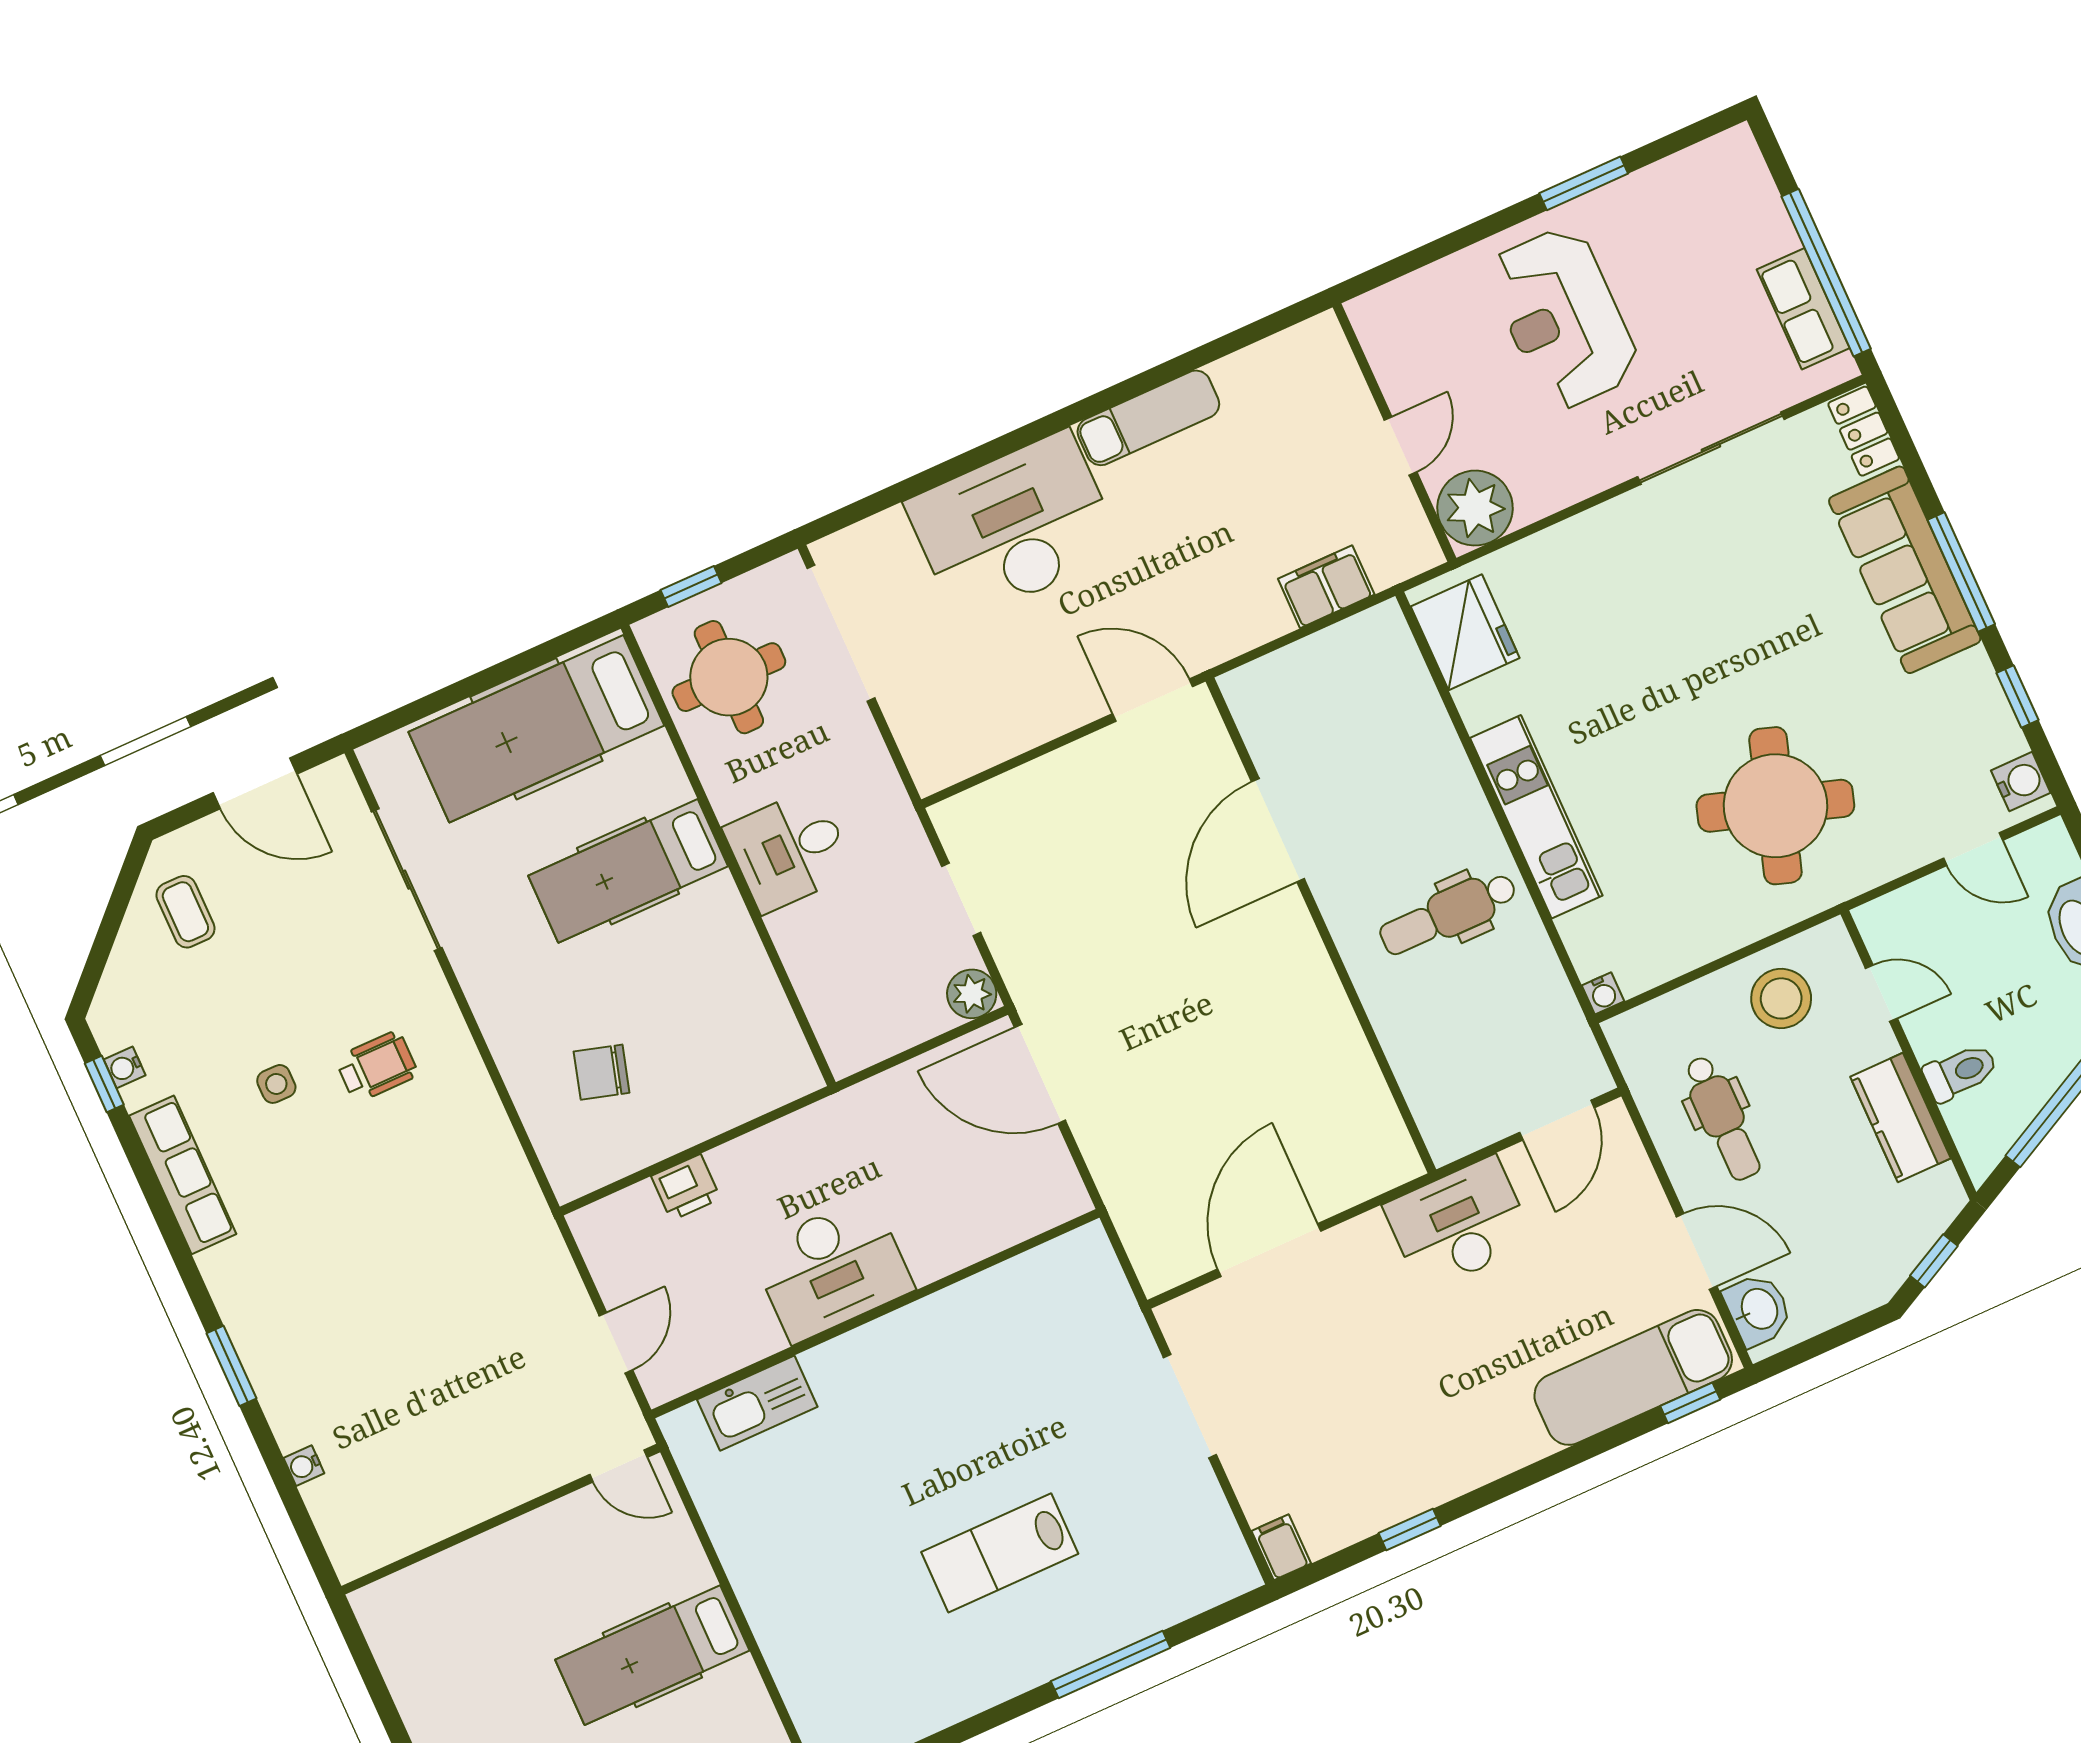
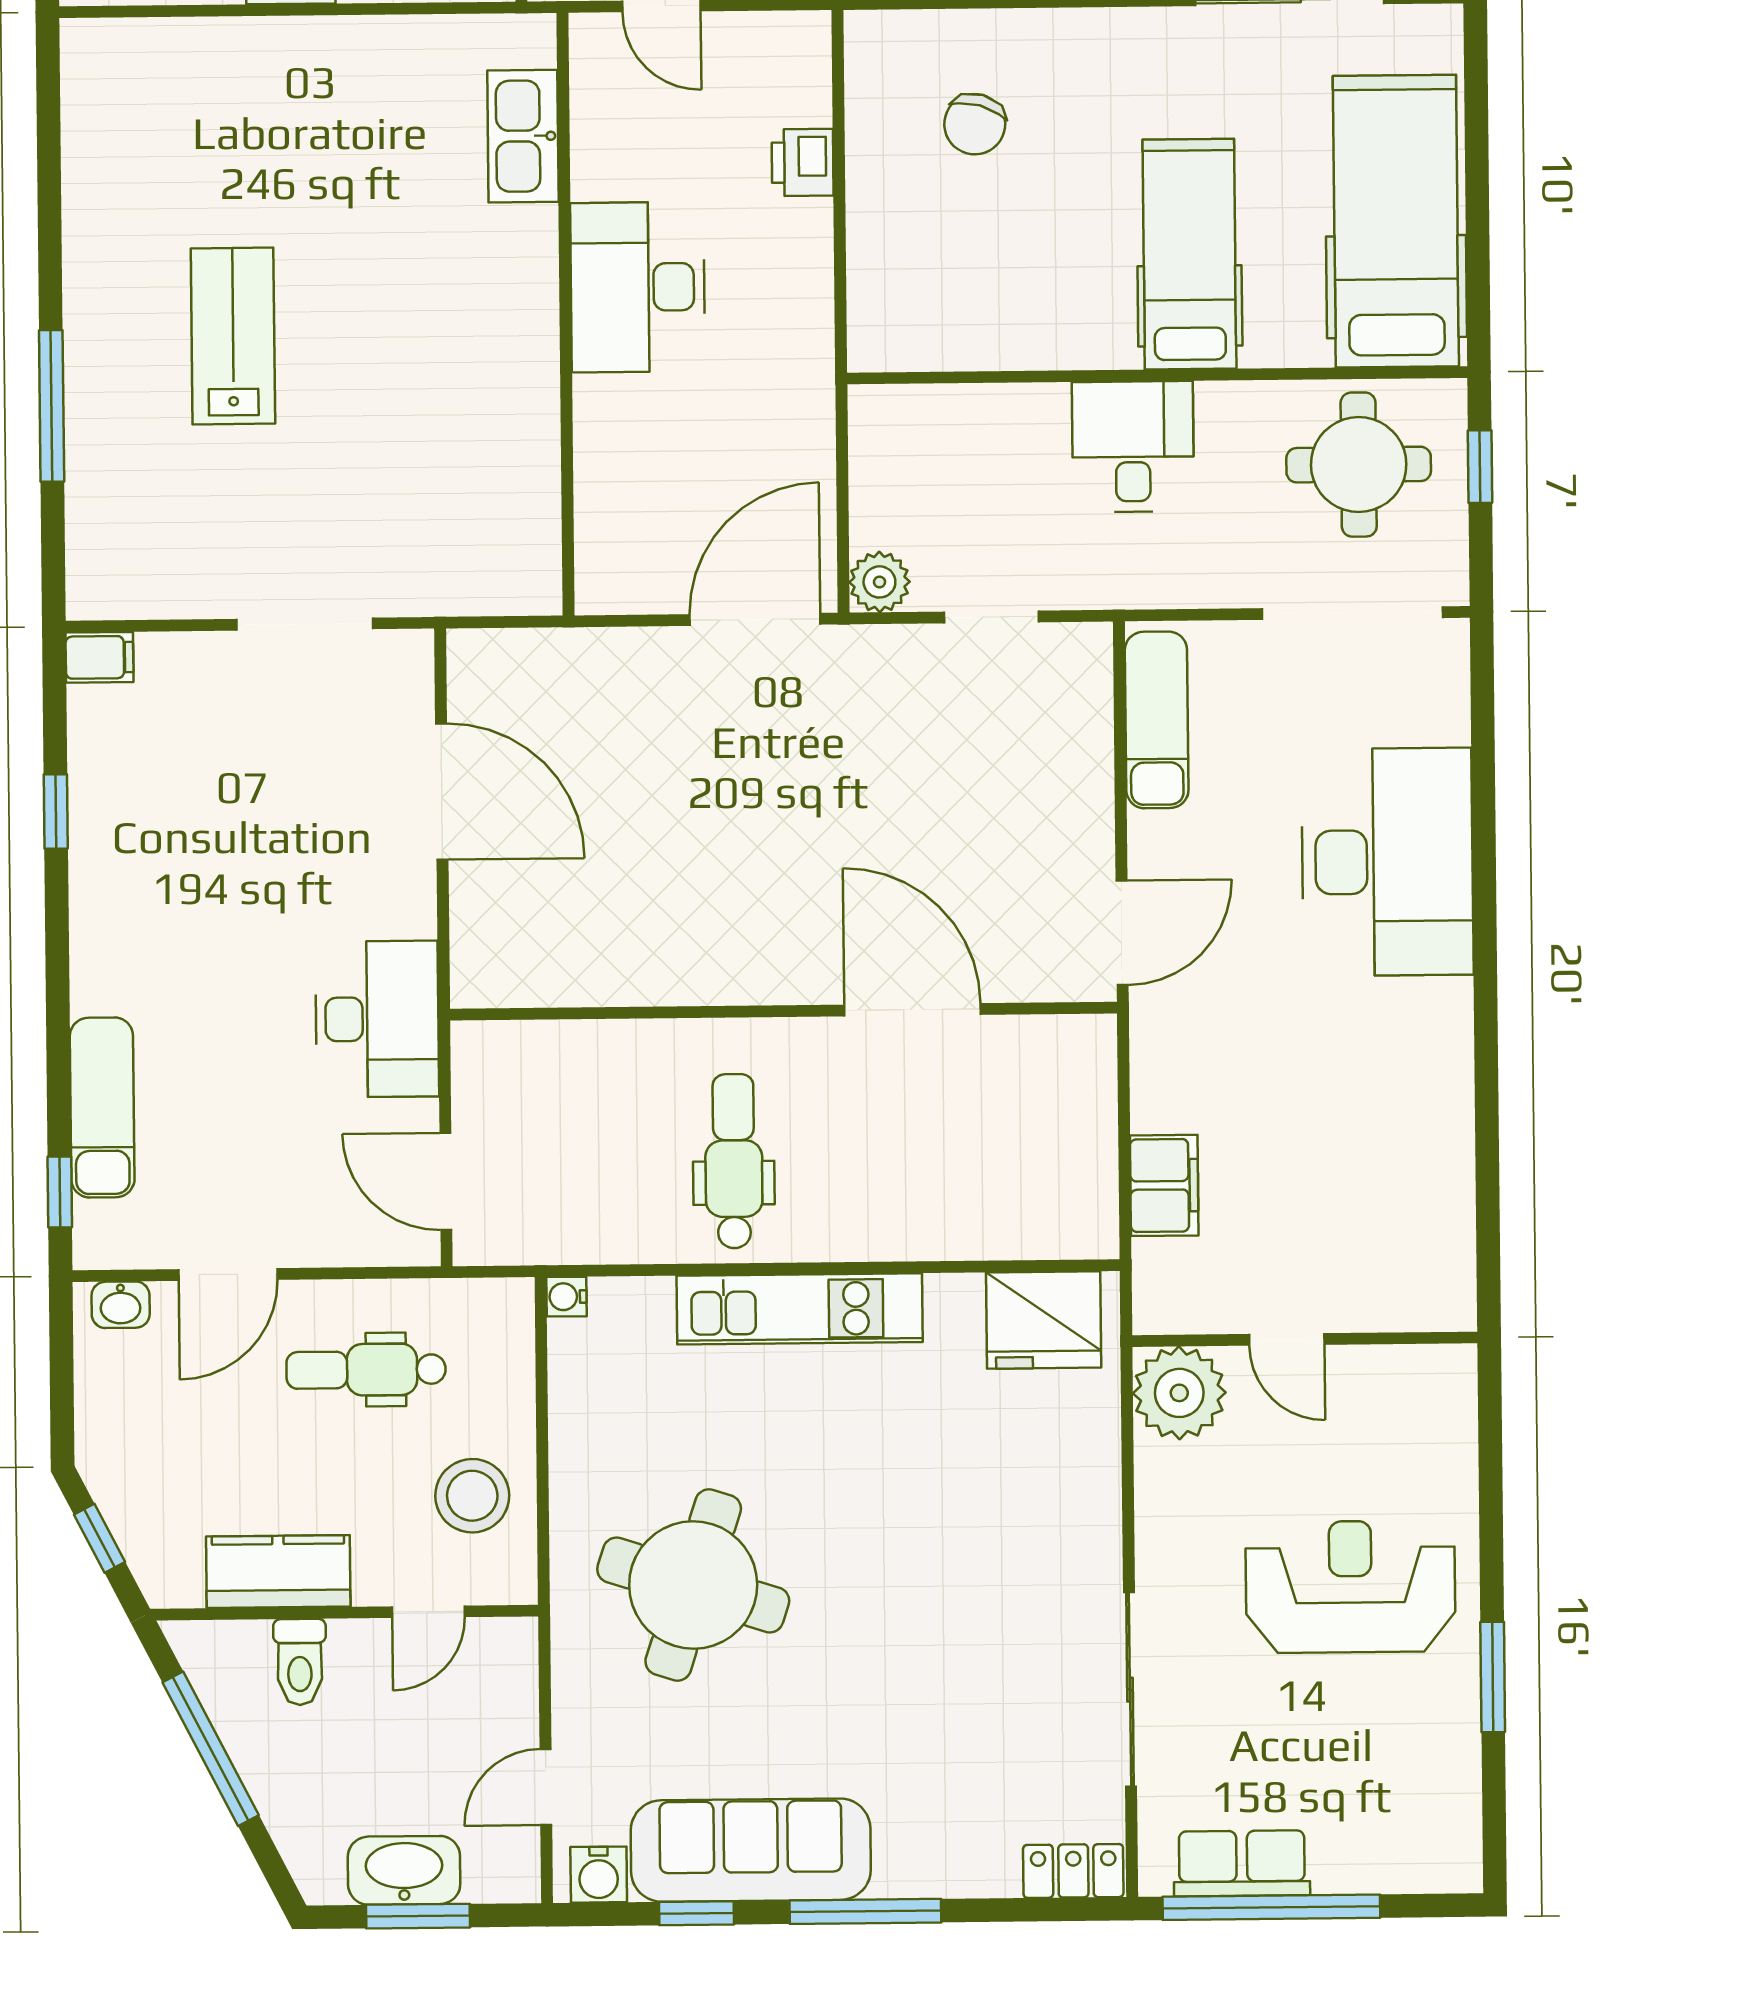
exam couch: (1148, 418) -> (1157, 720), moved, turned 180
sofa: (1905, 570) -> (751, 1850), moved
chair: (602, 1072) -> (975, 124), turned 180
washbasin: (1758, 1309) -> (121, 1305), width x0.72, depth x0.69
exam couch: (1633, 1377) -> (102, 1108), width x0.73, depth x0.69

